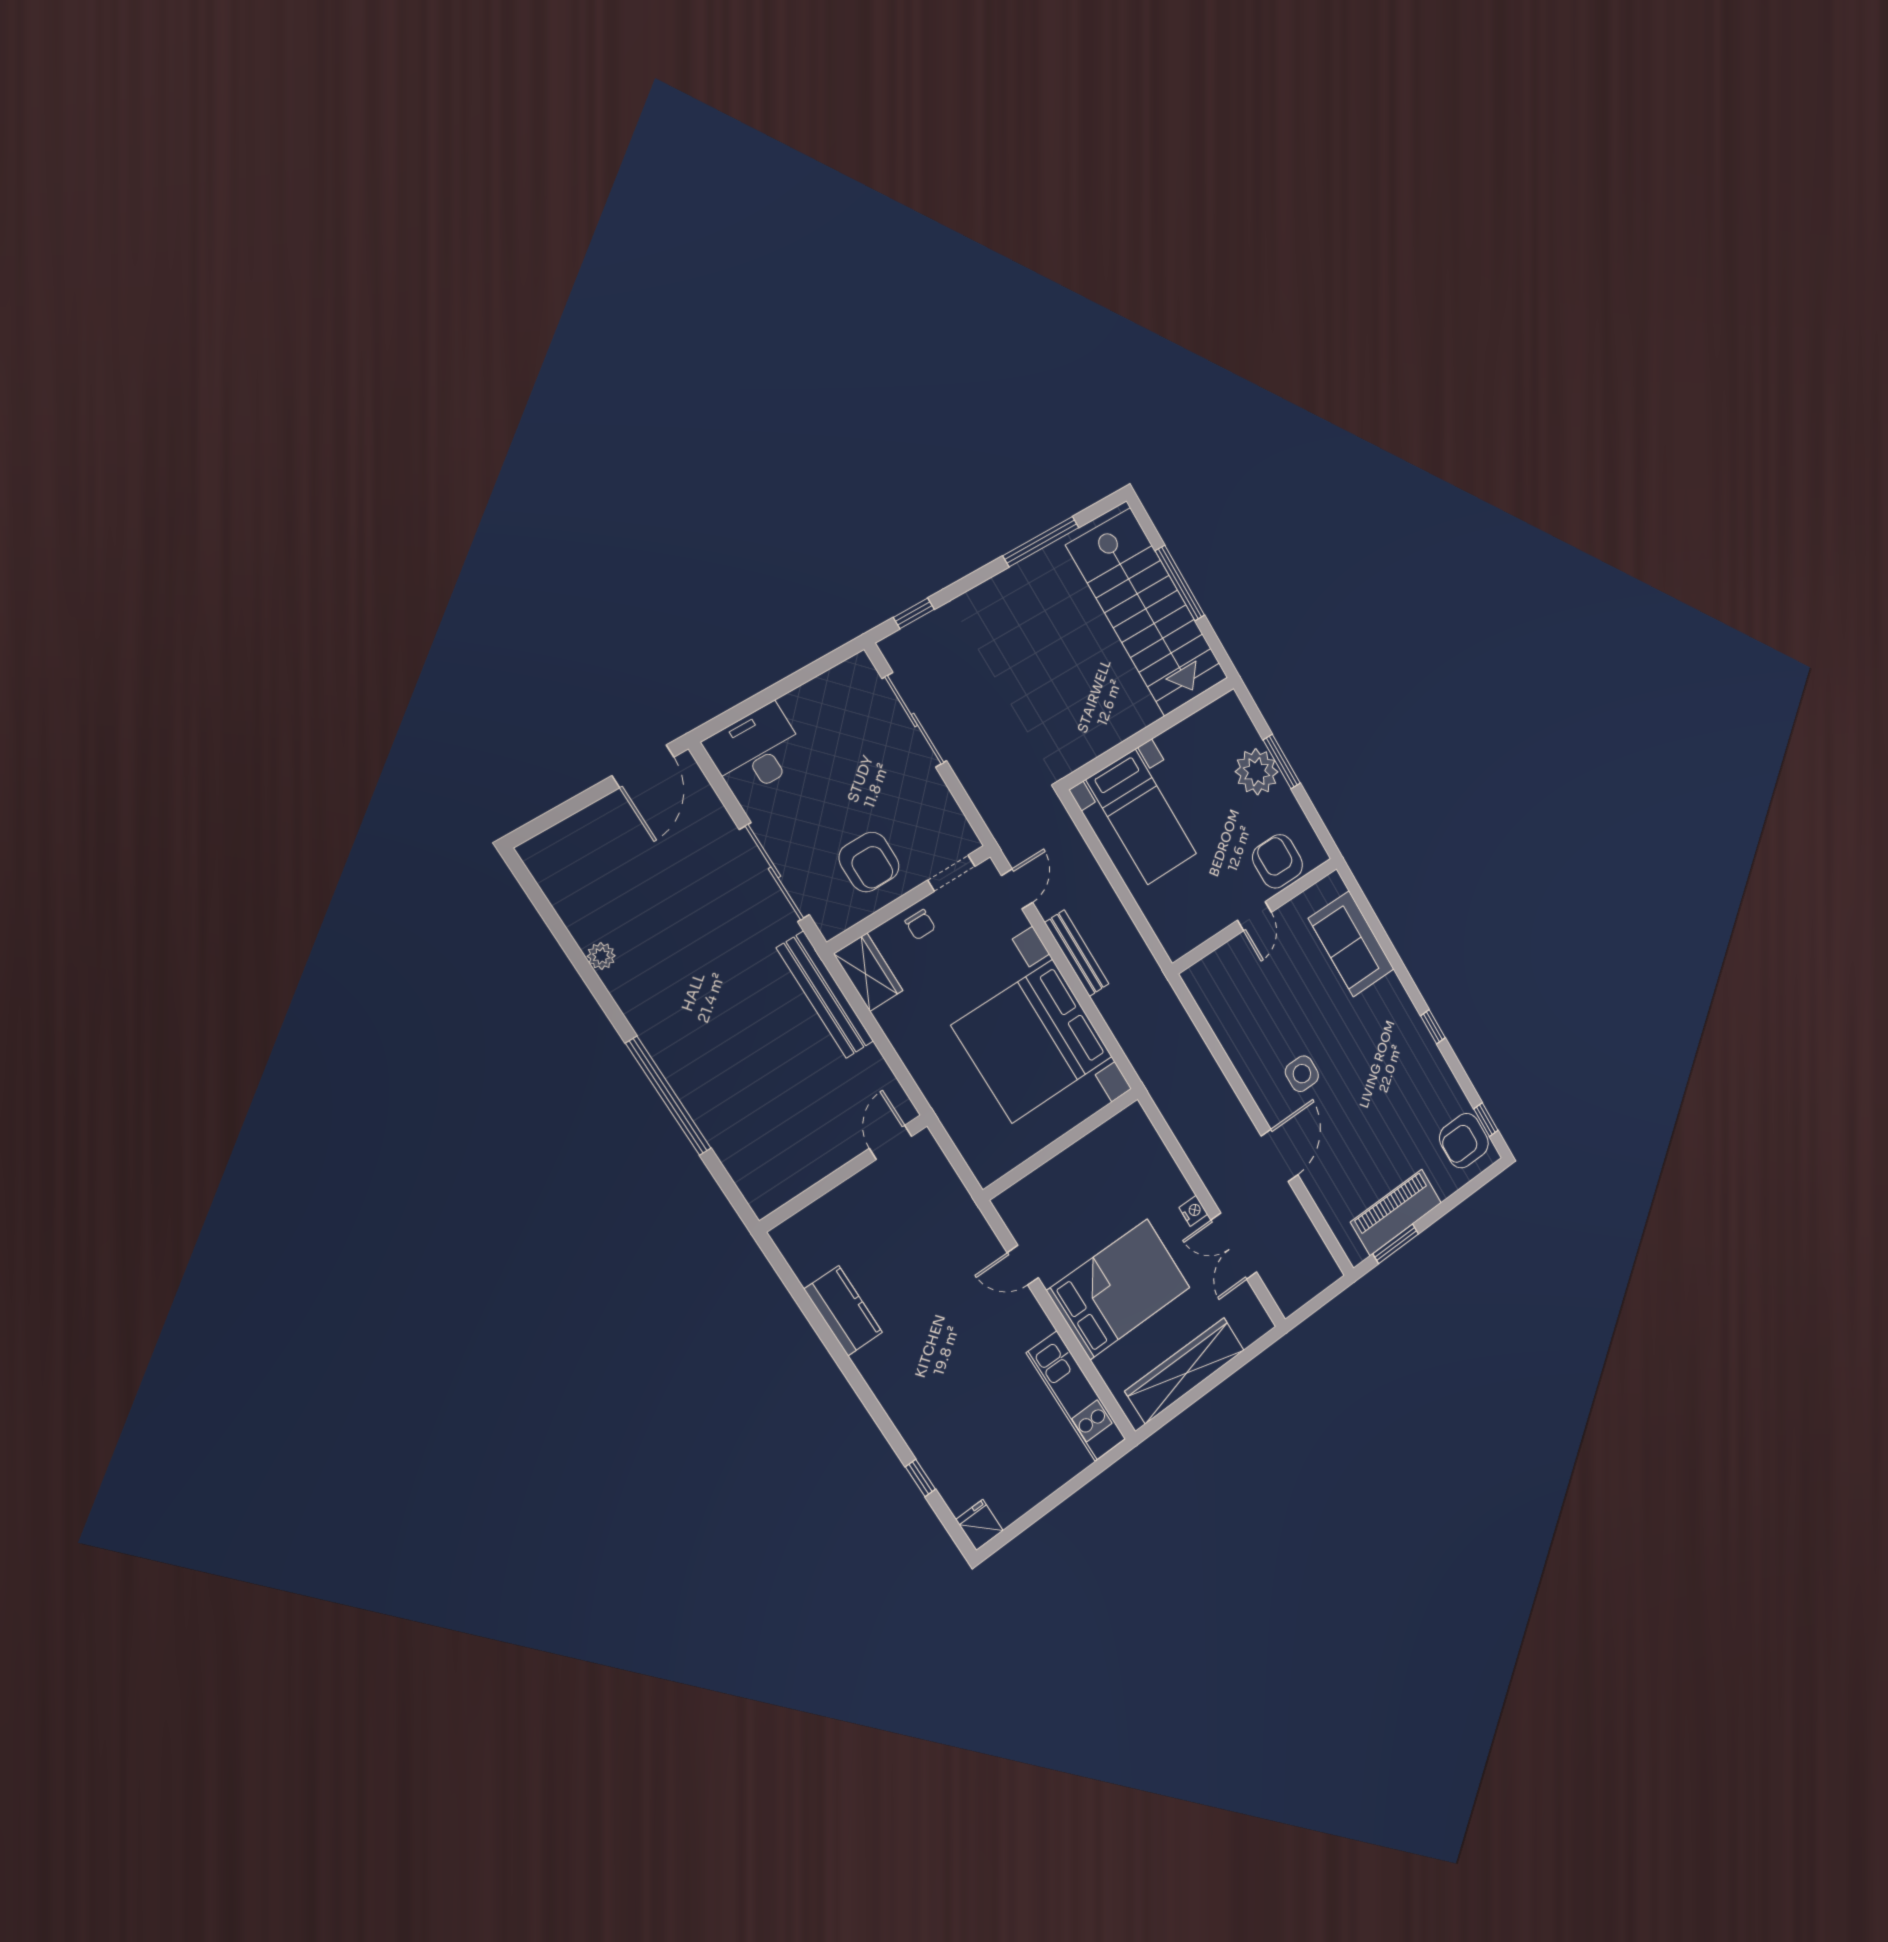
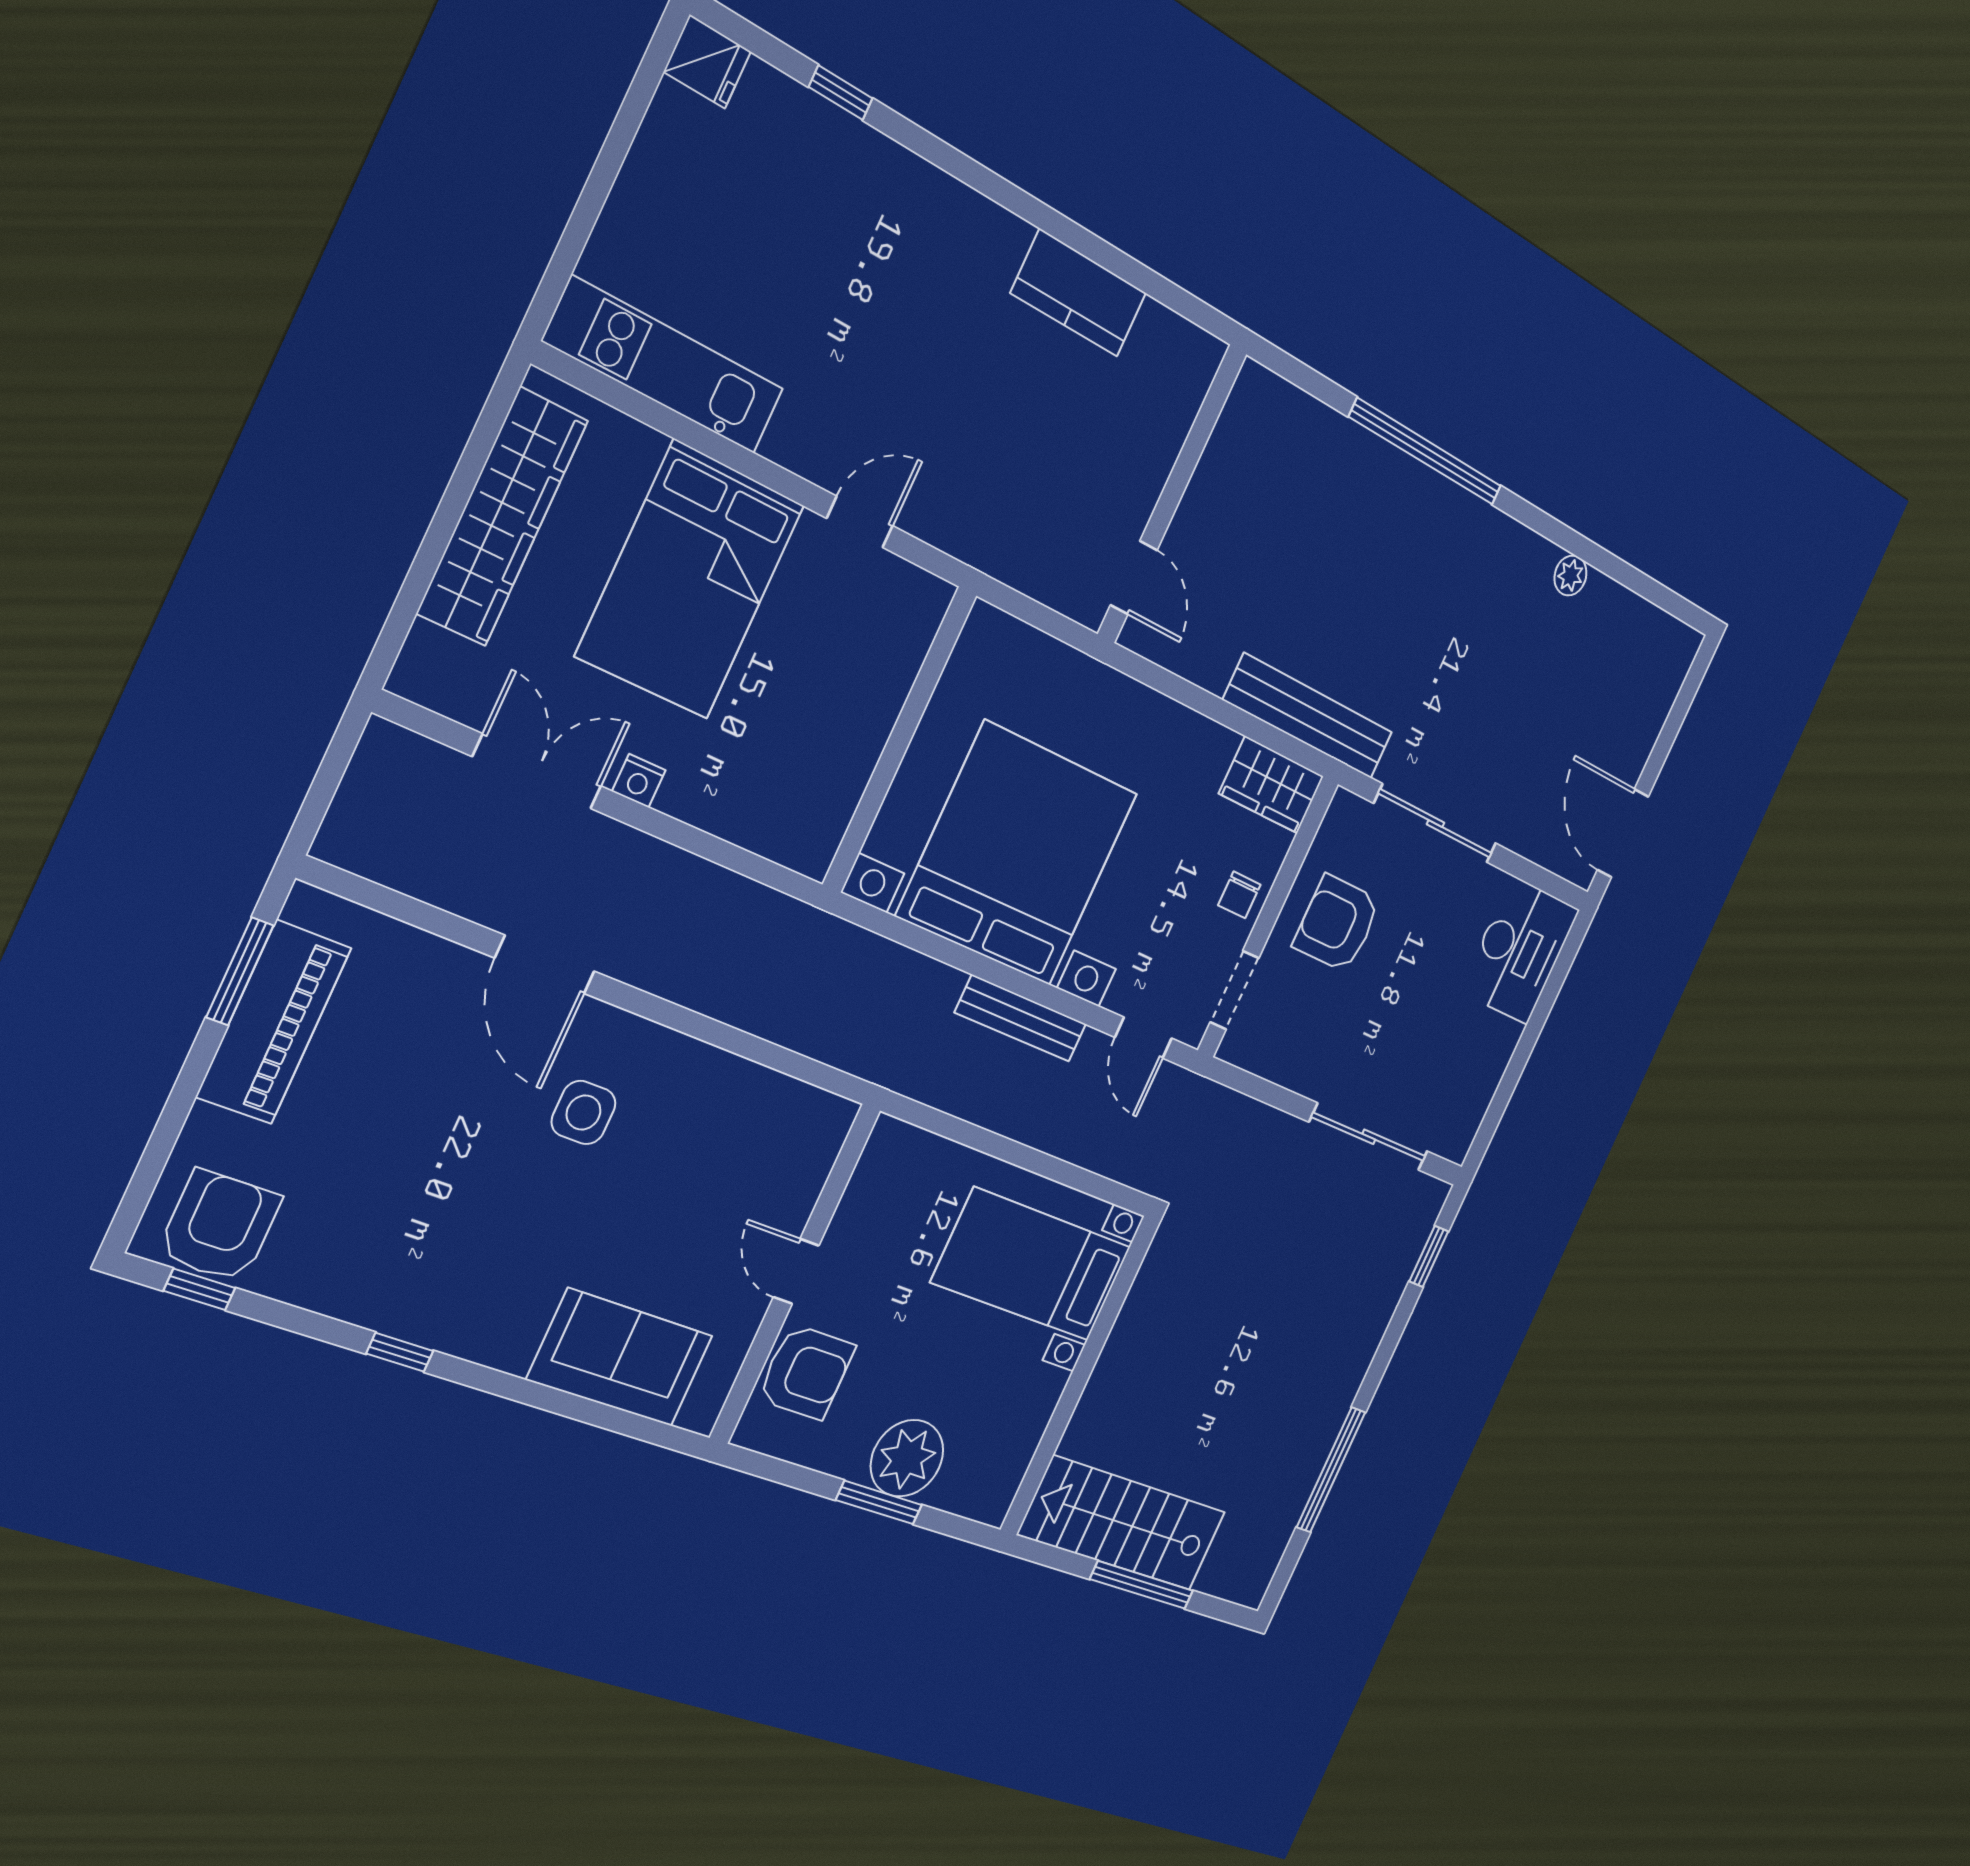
stairs: (1148, 612) -> (1122, 1523), width x0.73, depth x0.66
chair: (920, 925) -> (1239, 895), turned -90

